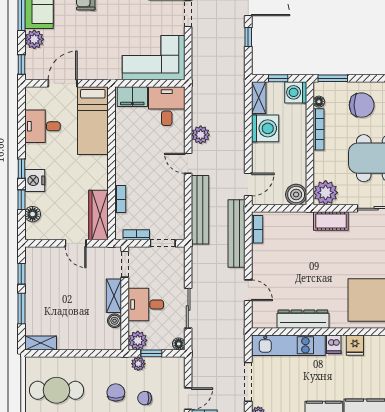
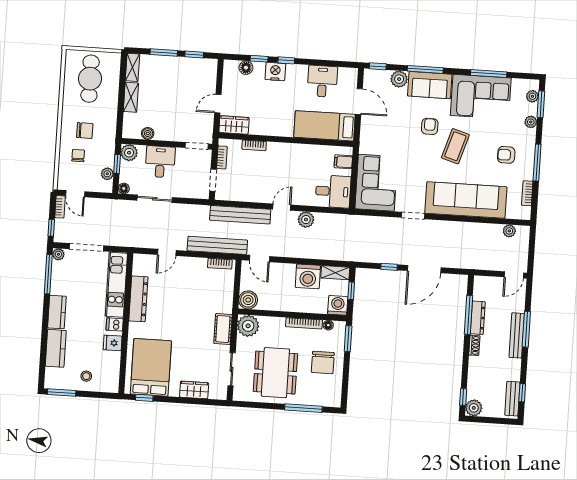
filing cabinet: (132, 97) -> (343, 162), width x0.50
wardrobe: (99, 215) -> (234, 125), width x0.67
shelving: (114, 296) -> (131, 97), moved, turned 90
plant: (138, 364) -> (107, 174), moved

